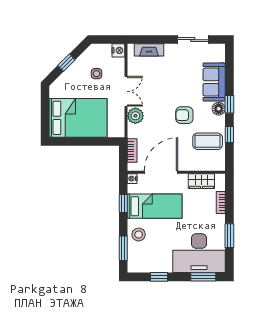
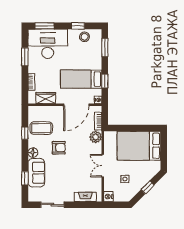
window: (229, 104) -> (25, 178), moved
plant: (135, 116) -> (96, 137), moved
stool: (139, 235) -> (85, 37), moved

